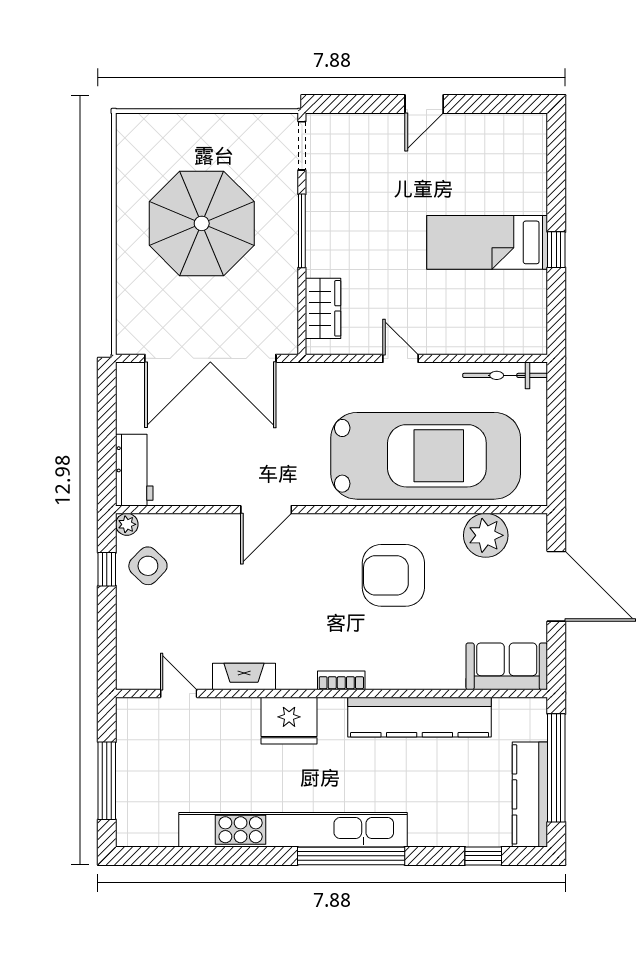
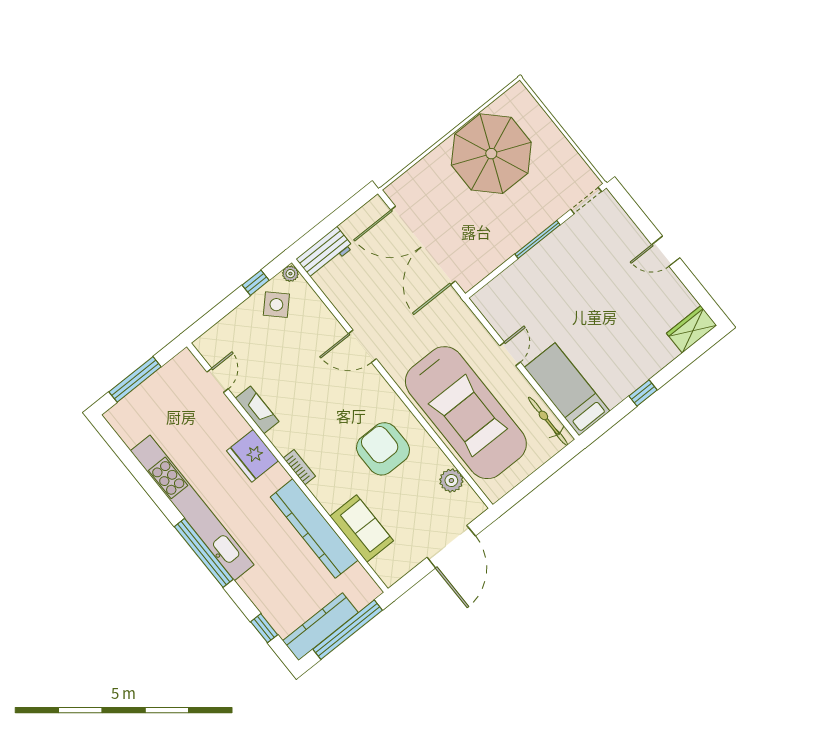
parasol: (202, 223) -> (491, 154), moved
bed: (487, 242) -> (567, 389), moved
wardrobe: (323, 308) -> (692, 329), moved, turned 180
plant: (486, 535) -> (451, 481), width x0.73, depth x0.73
sofa: (507, 666) -> (362, 529), moved

